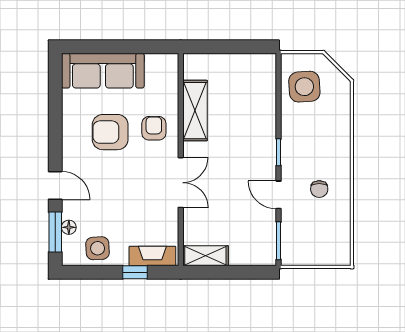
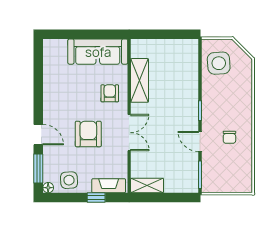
sofa: (103, 71) -> (98, 52), moved
armchair: (110, 132) -> (88, 134), moved, turned 90
floor lamp: (69, 227) -> (48, 188), moved

